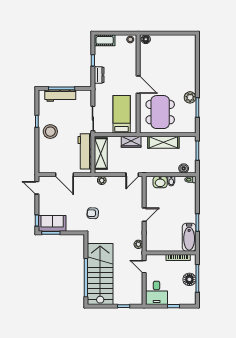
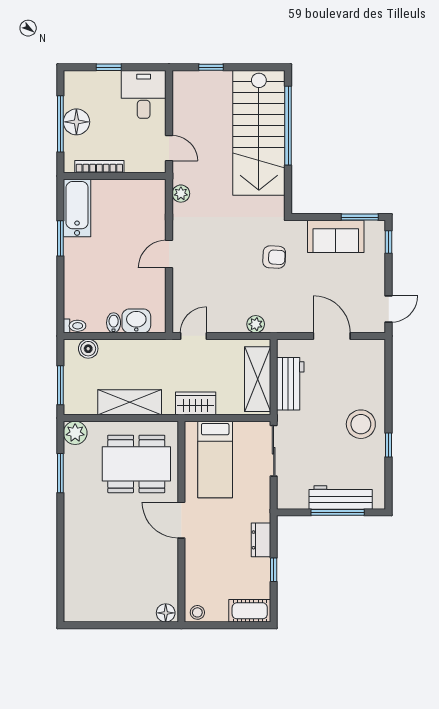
plant: (190, 97) -> (75, 433), moved
dining table: (160, 112) -> (136, 464), turned 90
workbench: (85, 151) -> (290, 384), width x0.73
door: (37, 188) -> (389, 309), hinge flipped
sofa: (52, 223) -> (336, 236), moved

